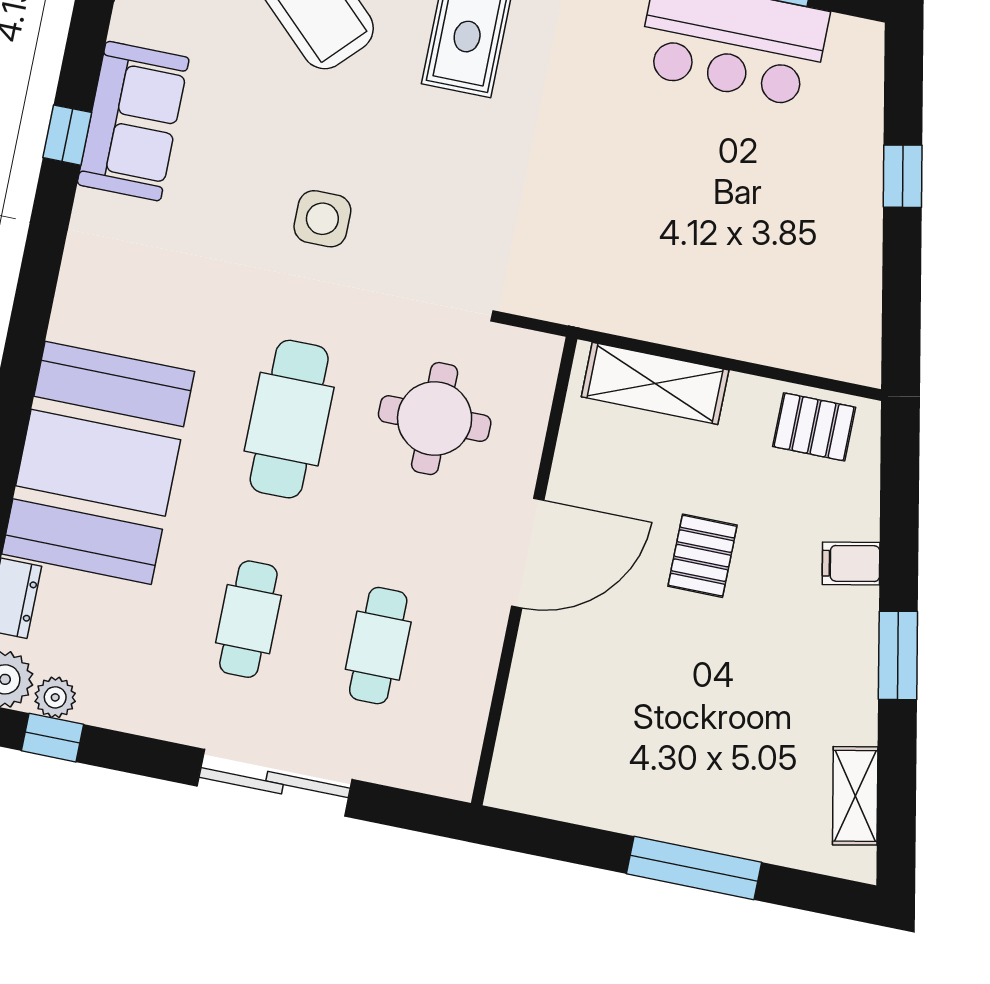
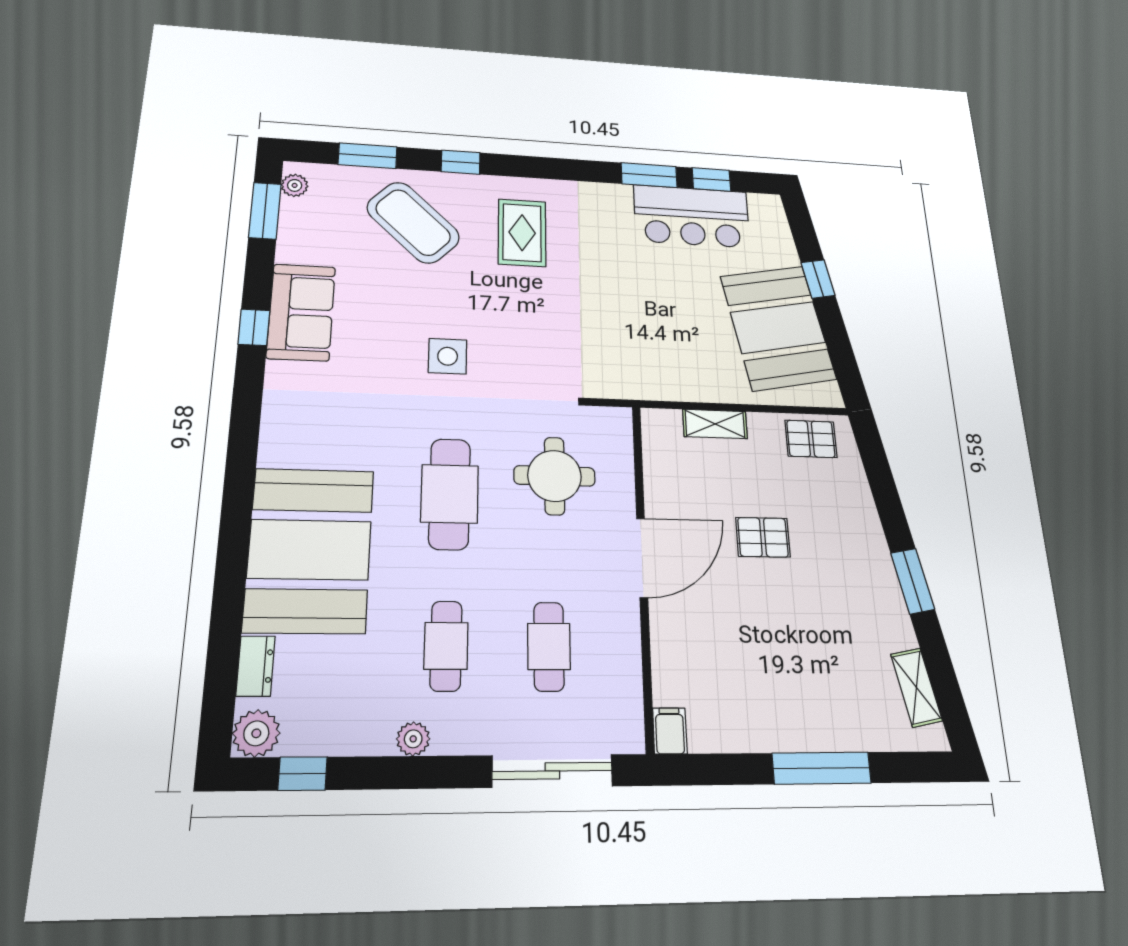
booth: (816, 247) -> (778, 327), added
shelving: (655, 383) -> (715, 424), width x0.67, depth x0.75
pallet: (702, 556) -> (763, 537), turned 90
filing cabinet: (851, 563) -> (670, 731), moved, turned 101
plant: (55, 697) -> (413, 739), moved
sliding door: (275, 783) -> (552, 771), moved

